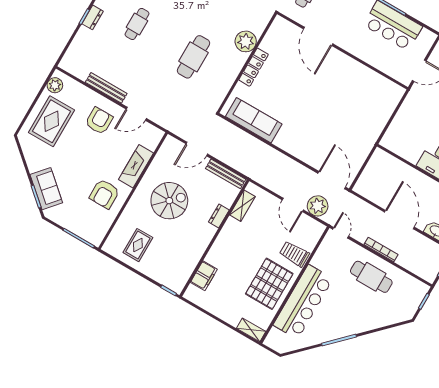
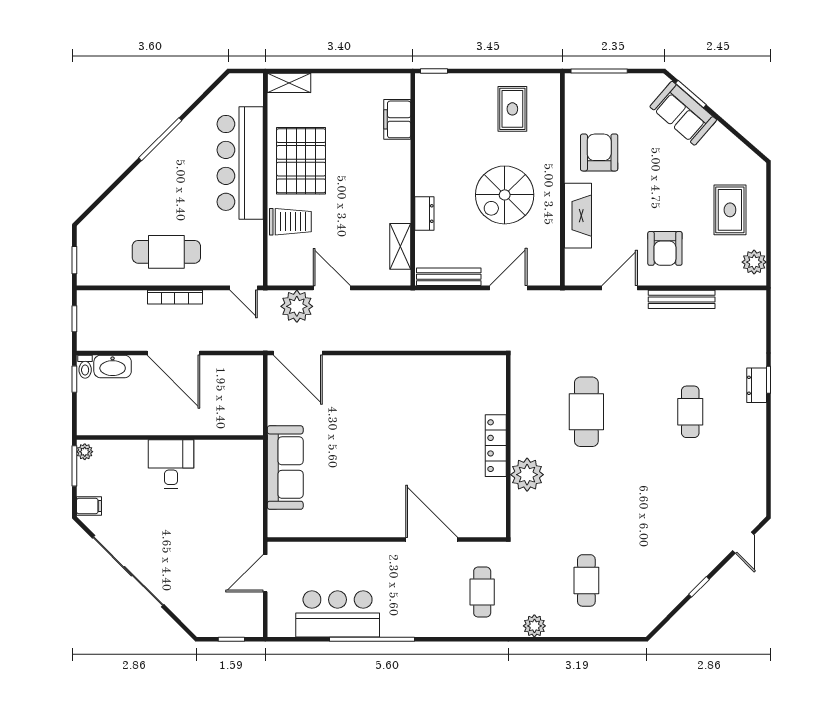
sofa: (254, 120) -> (285, 468), moved, turned -90
rug: (52, 121) -> (730, 210), width x0.73, depth x0.70

